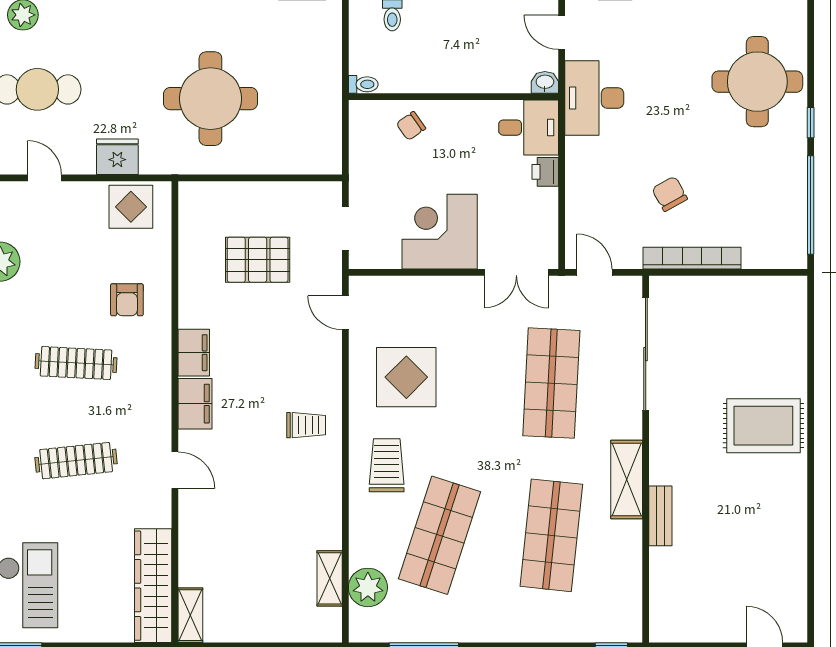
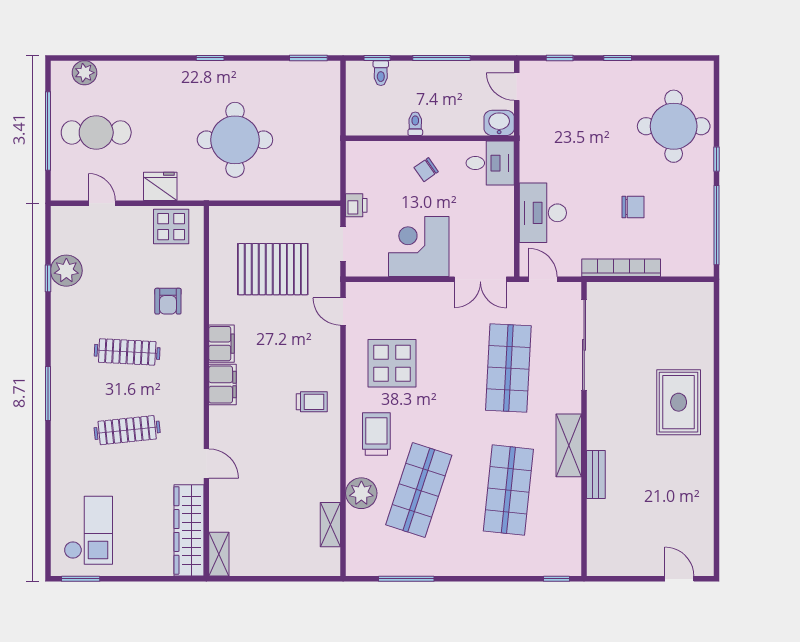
washbasin: (545, 82) -> (499, 123), width x1.38, depth x1.45
toilet: (363, 84) -> (415, 124), moved, turned -90
desk: (594, 98) -> (543, 213), moved
chair: (411, 126) -> (426, 170), moved
printer: (545, 172) -> (356, 205), moved, turned 180
chair: (670, 194) -> (633, 207), moved, turned 119
pallet: (258, 260) -> (273, 269), width x1.37, depth x1.41
rug: (763, 426) -> (679, 402), turned 90
door: (175, 470) -> (206, 464), moved
plant: (368, 587) -> (361, 493), moved

